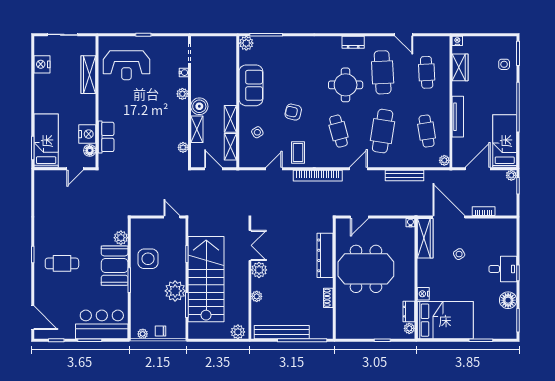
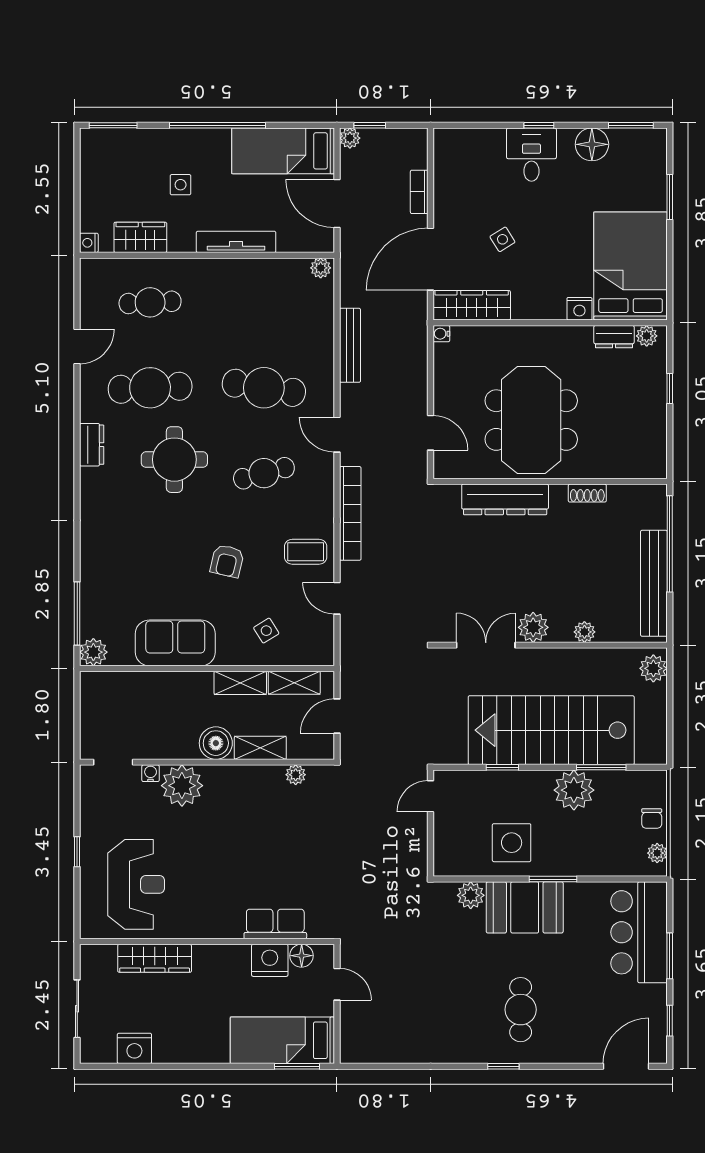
side table: (504, 64) -> (181, 185), moved
plant: (182, 94) -> (182, 786), width x1.88, depth x1.88
cafe table: (427, 131) -> (264, 302), removed

